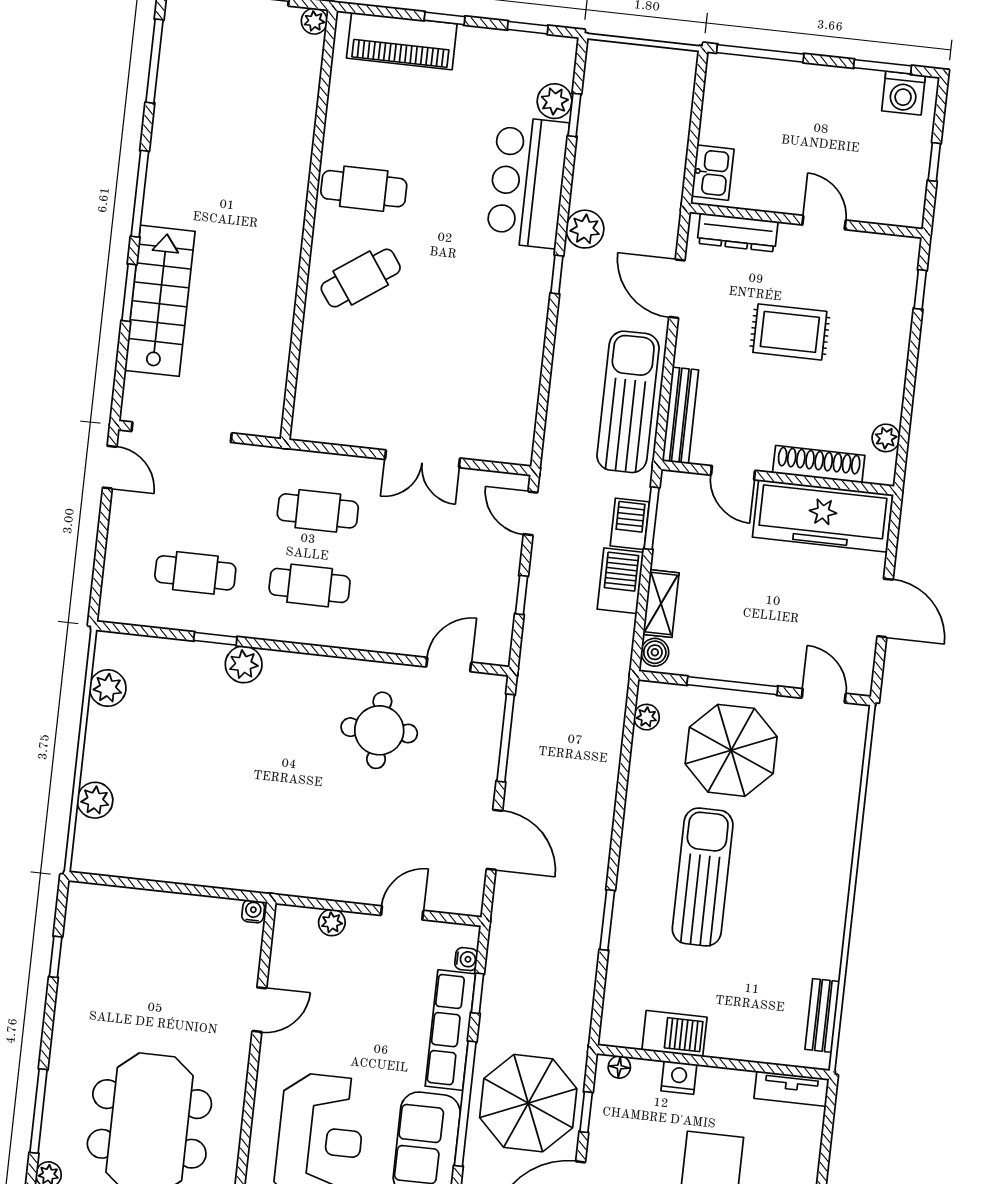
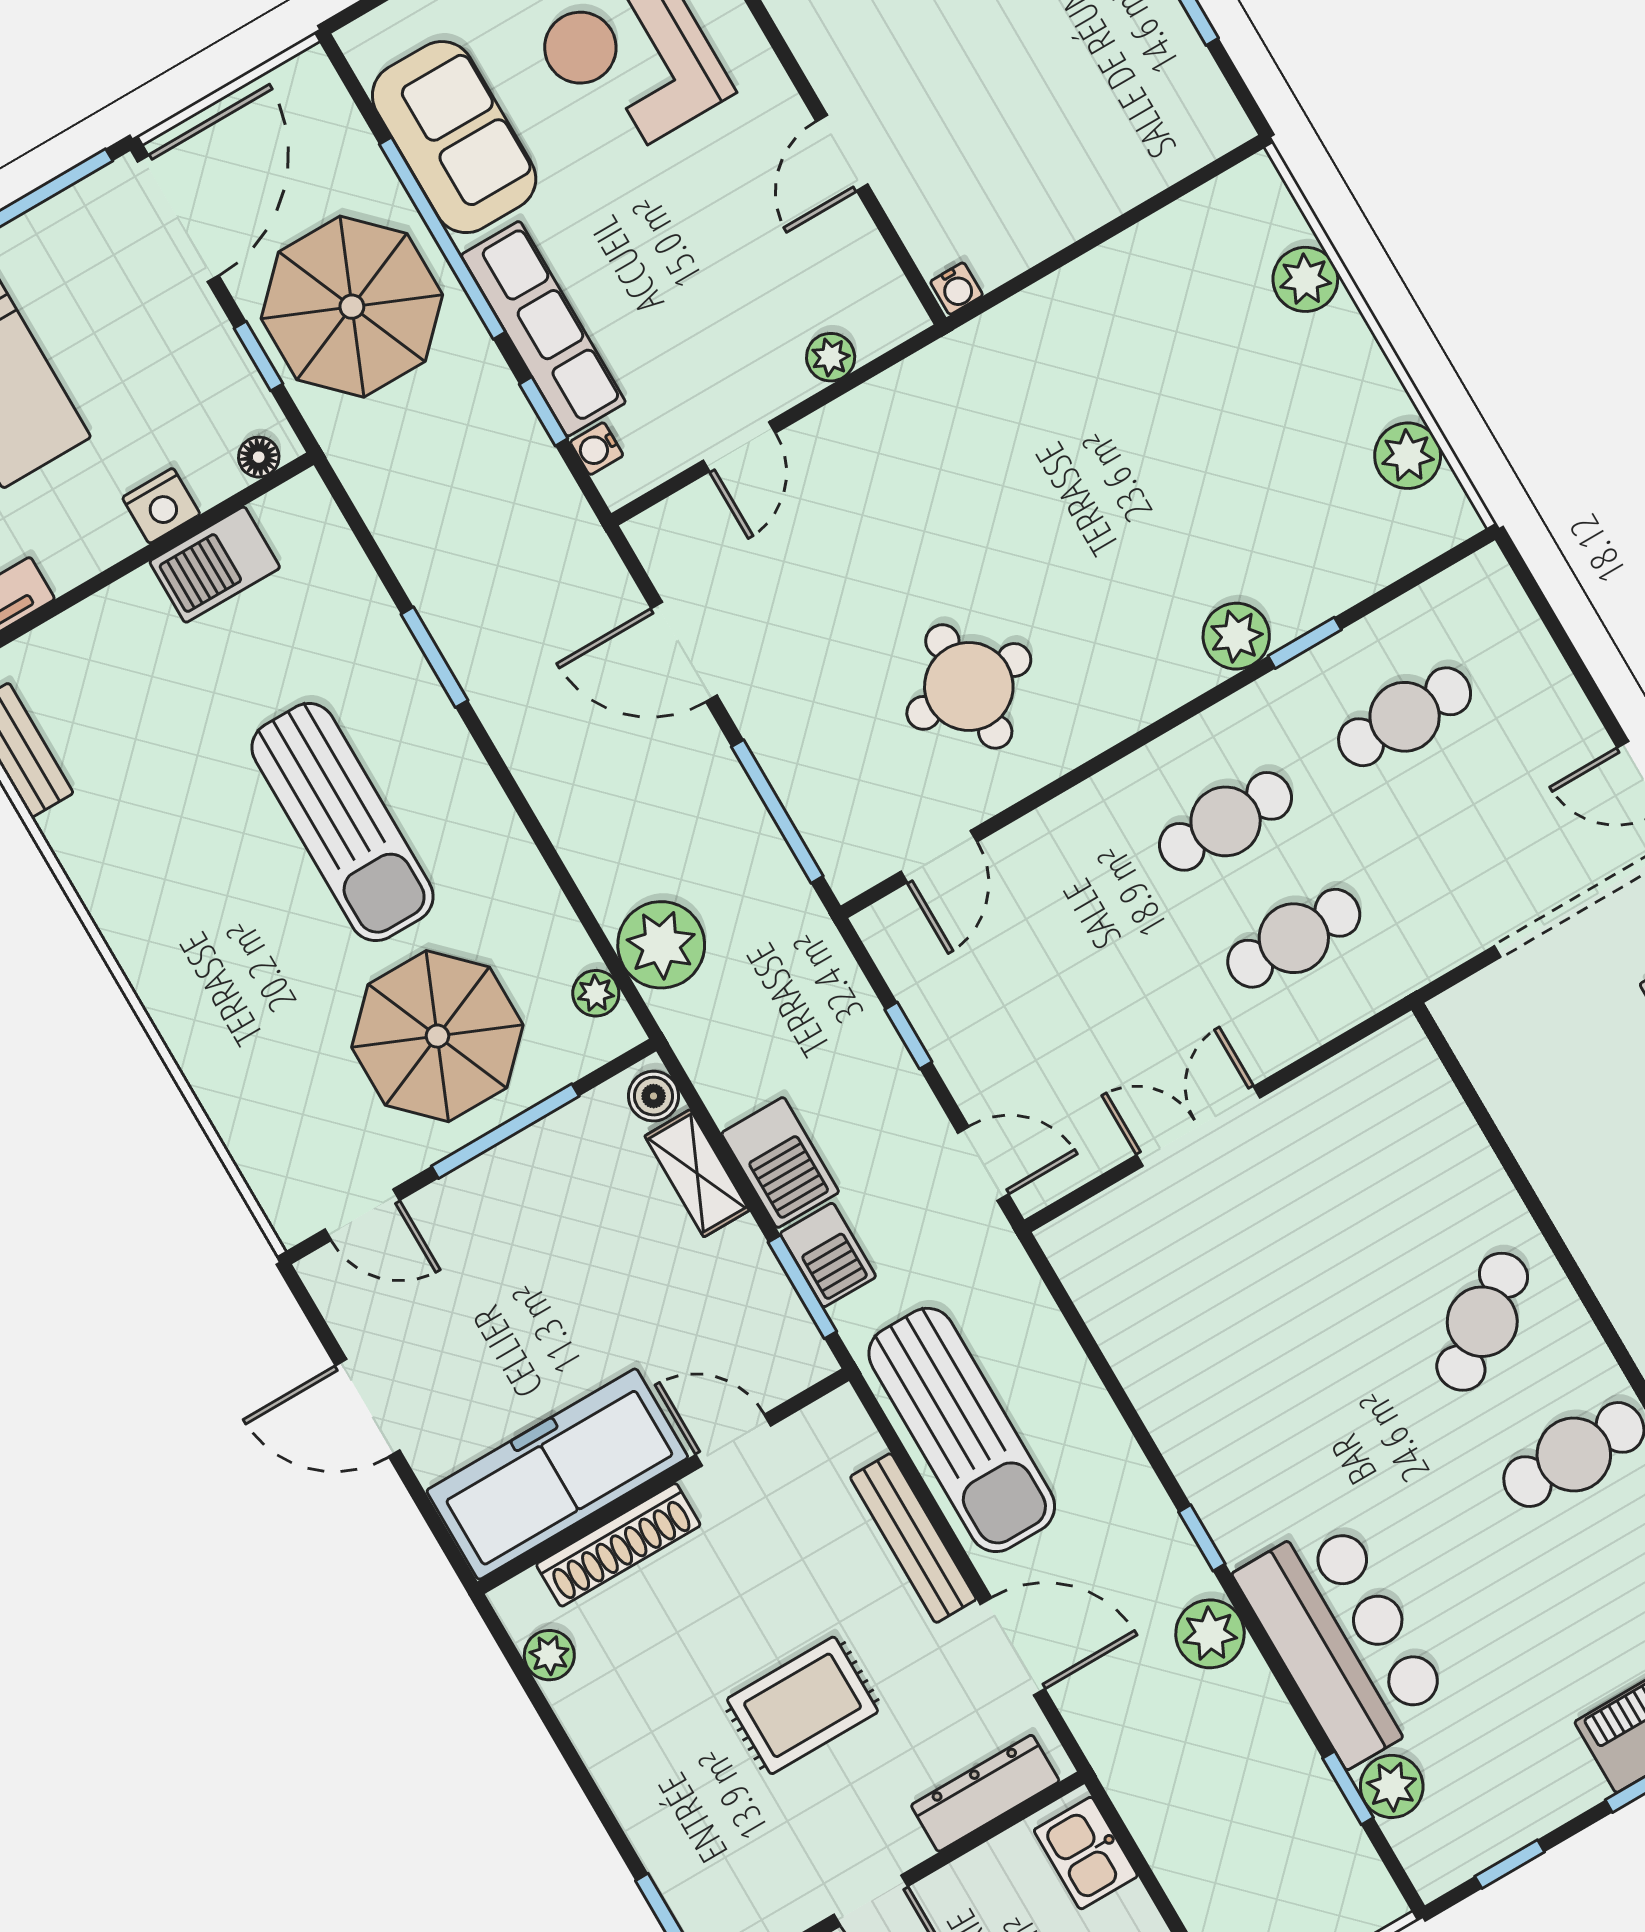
bench: (680, 415) -> (913, 1538), moved
plant: (601, 717) -> (661, 945), added

